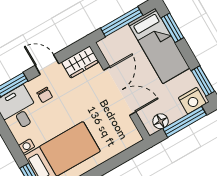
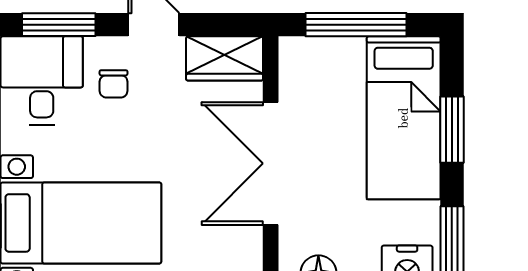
window: (172, 28) -> (452, 130), moved
double door: (120, 91) -> (271, 163), swing flipped

